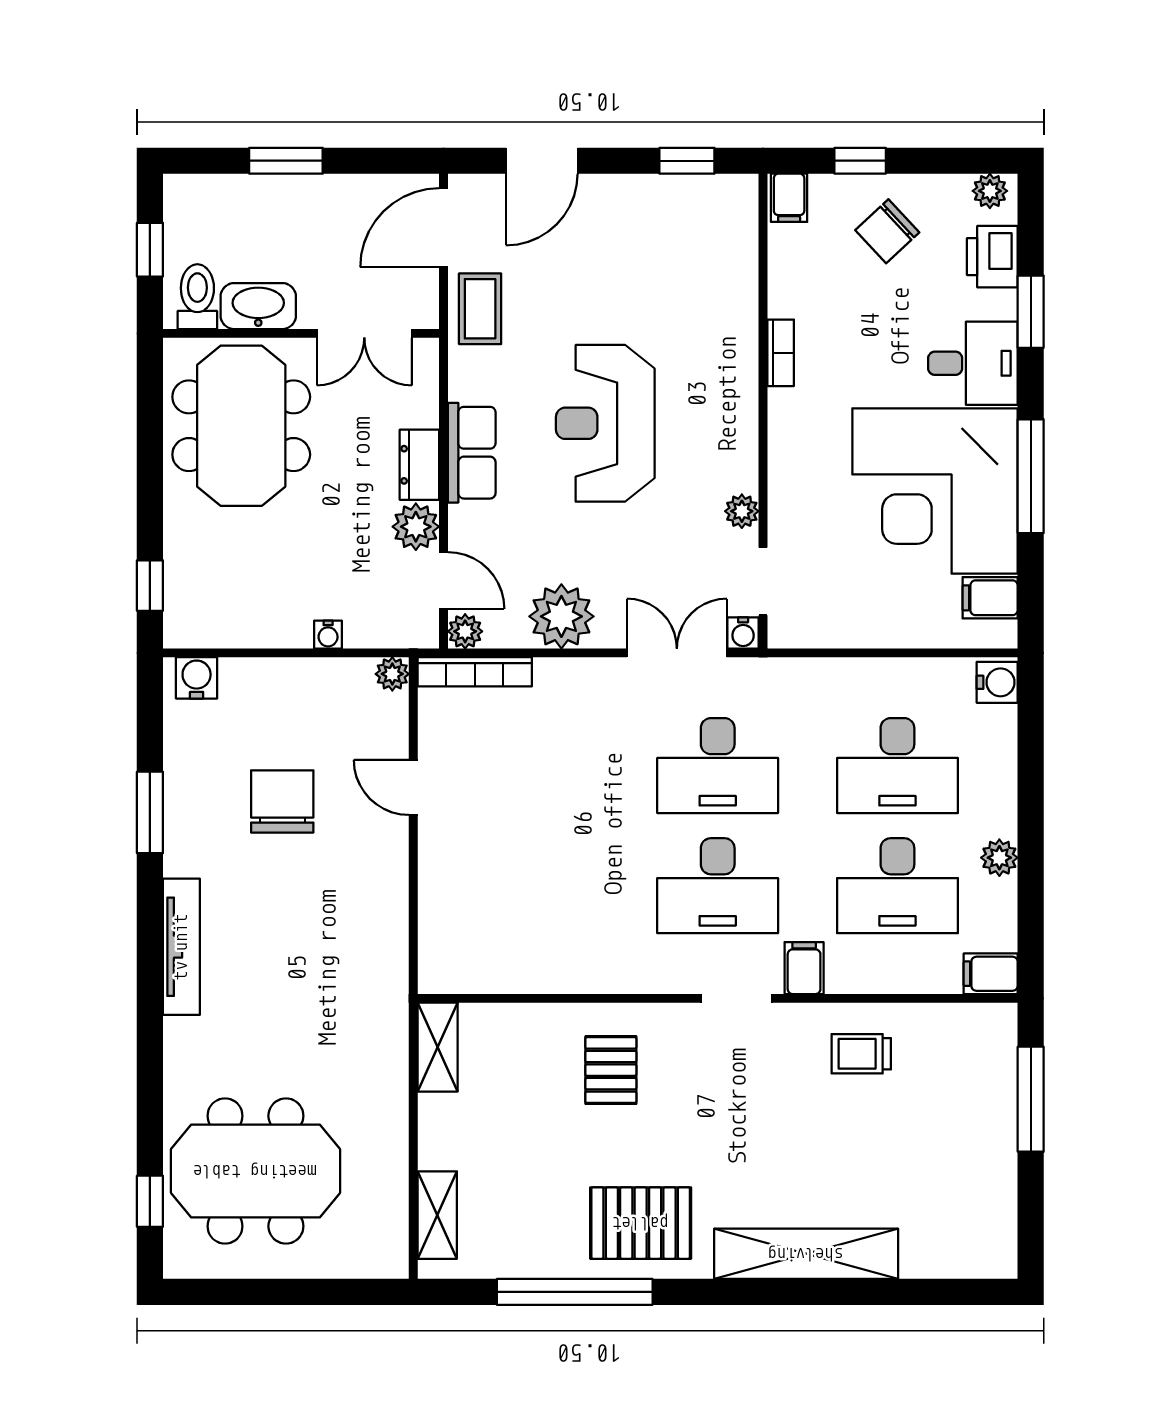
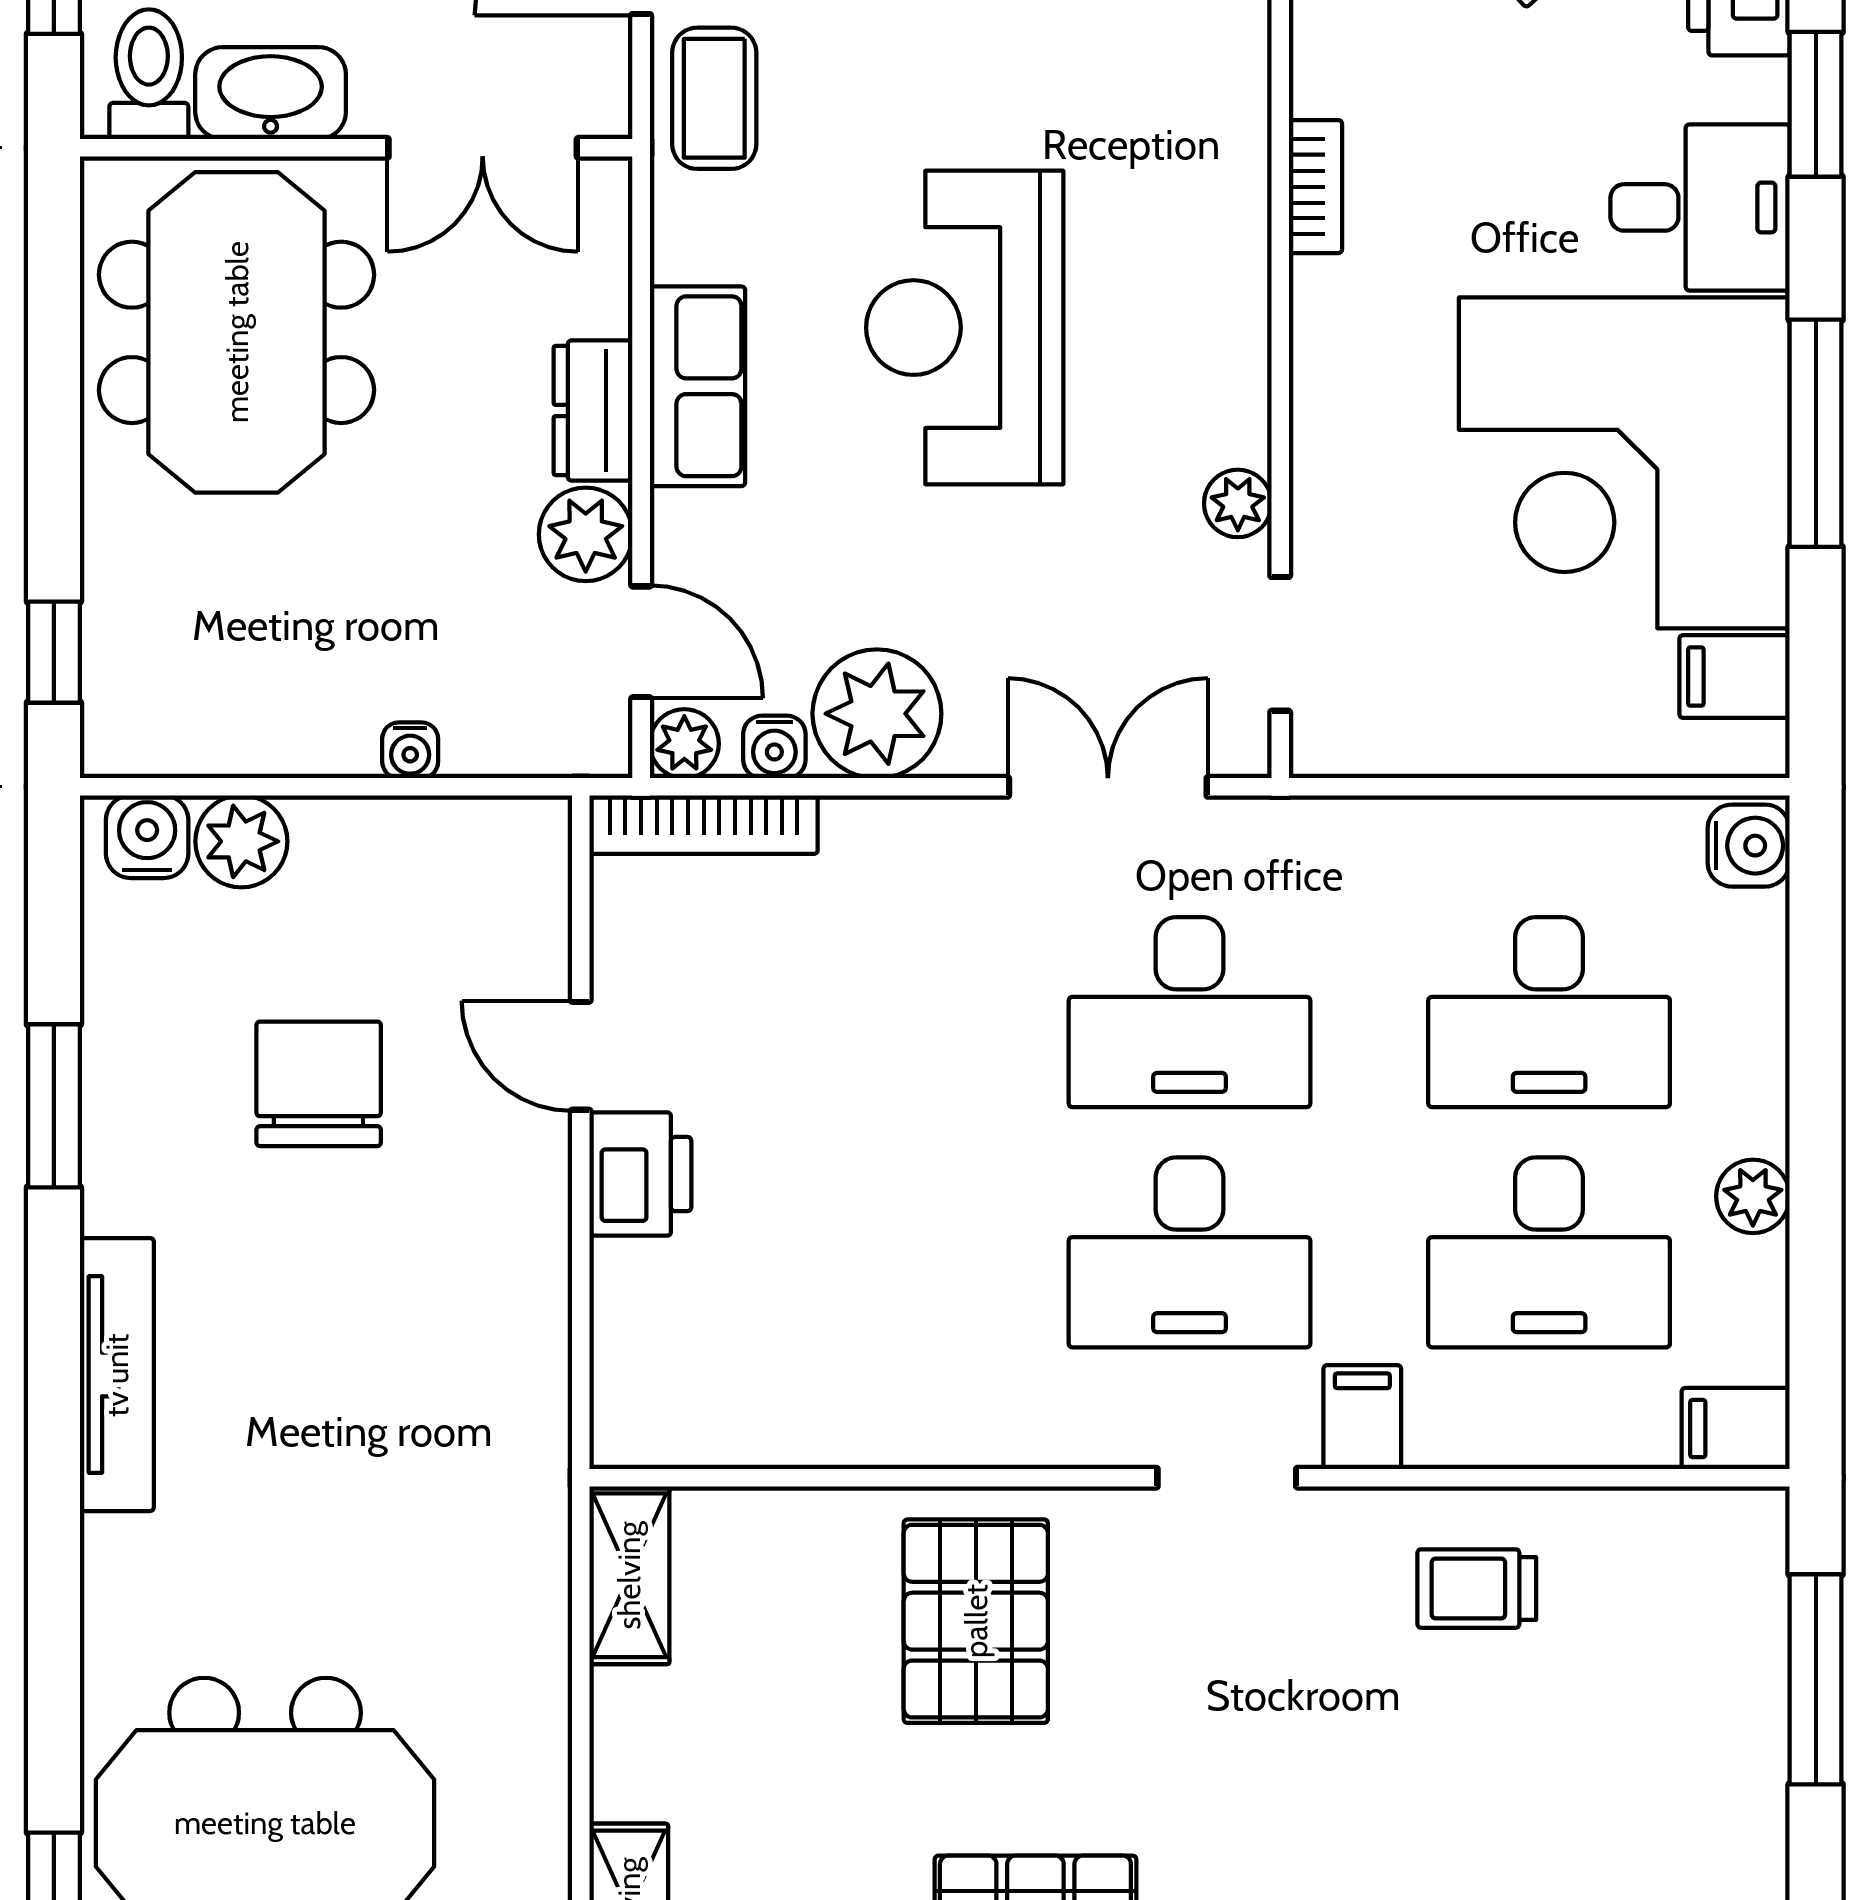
water cooler: (743, 633) -> (774, 747), moved
plant: (392, 674) -> (241, 841), moved, width x1.38, depth x1.38
printer: (443, 847) -> (640, 1174), added
pallet: (611, 1070) -> (976, 1621), width x1.50, depth x1.42

